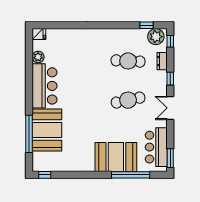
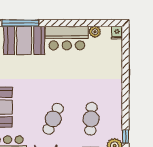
cafe table: (128, 100) -> (53, 119), turned 36

